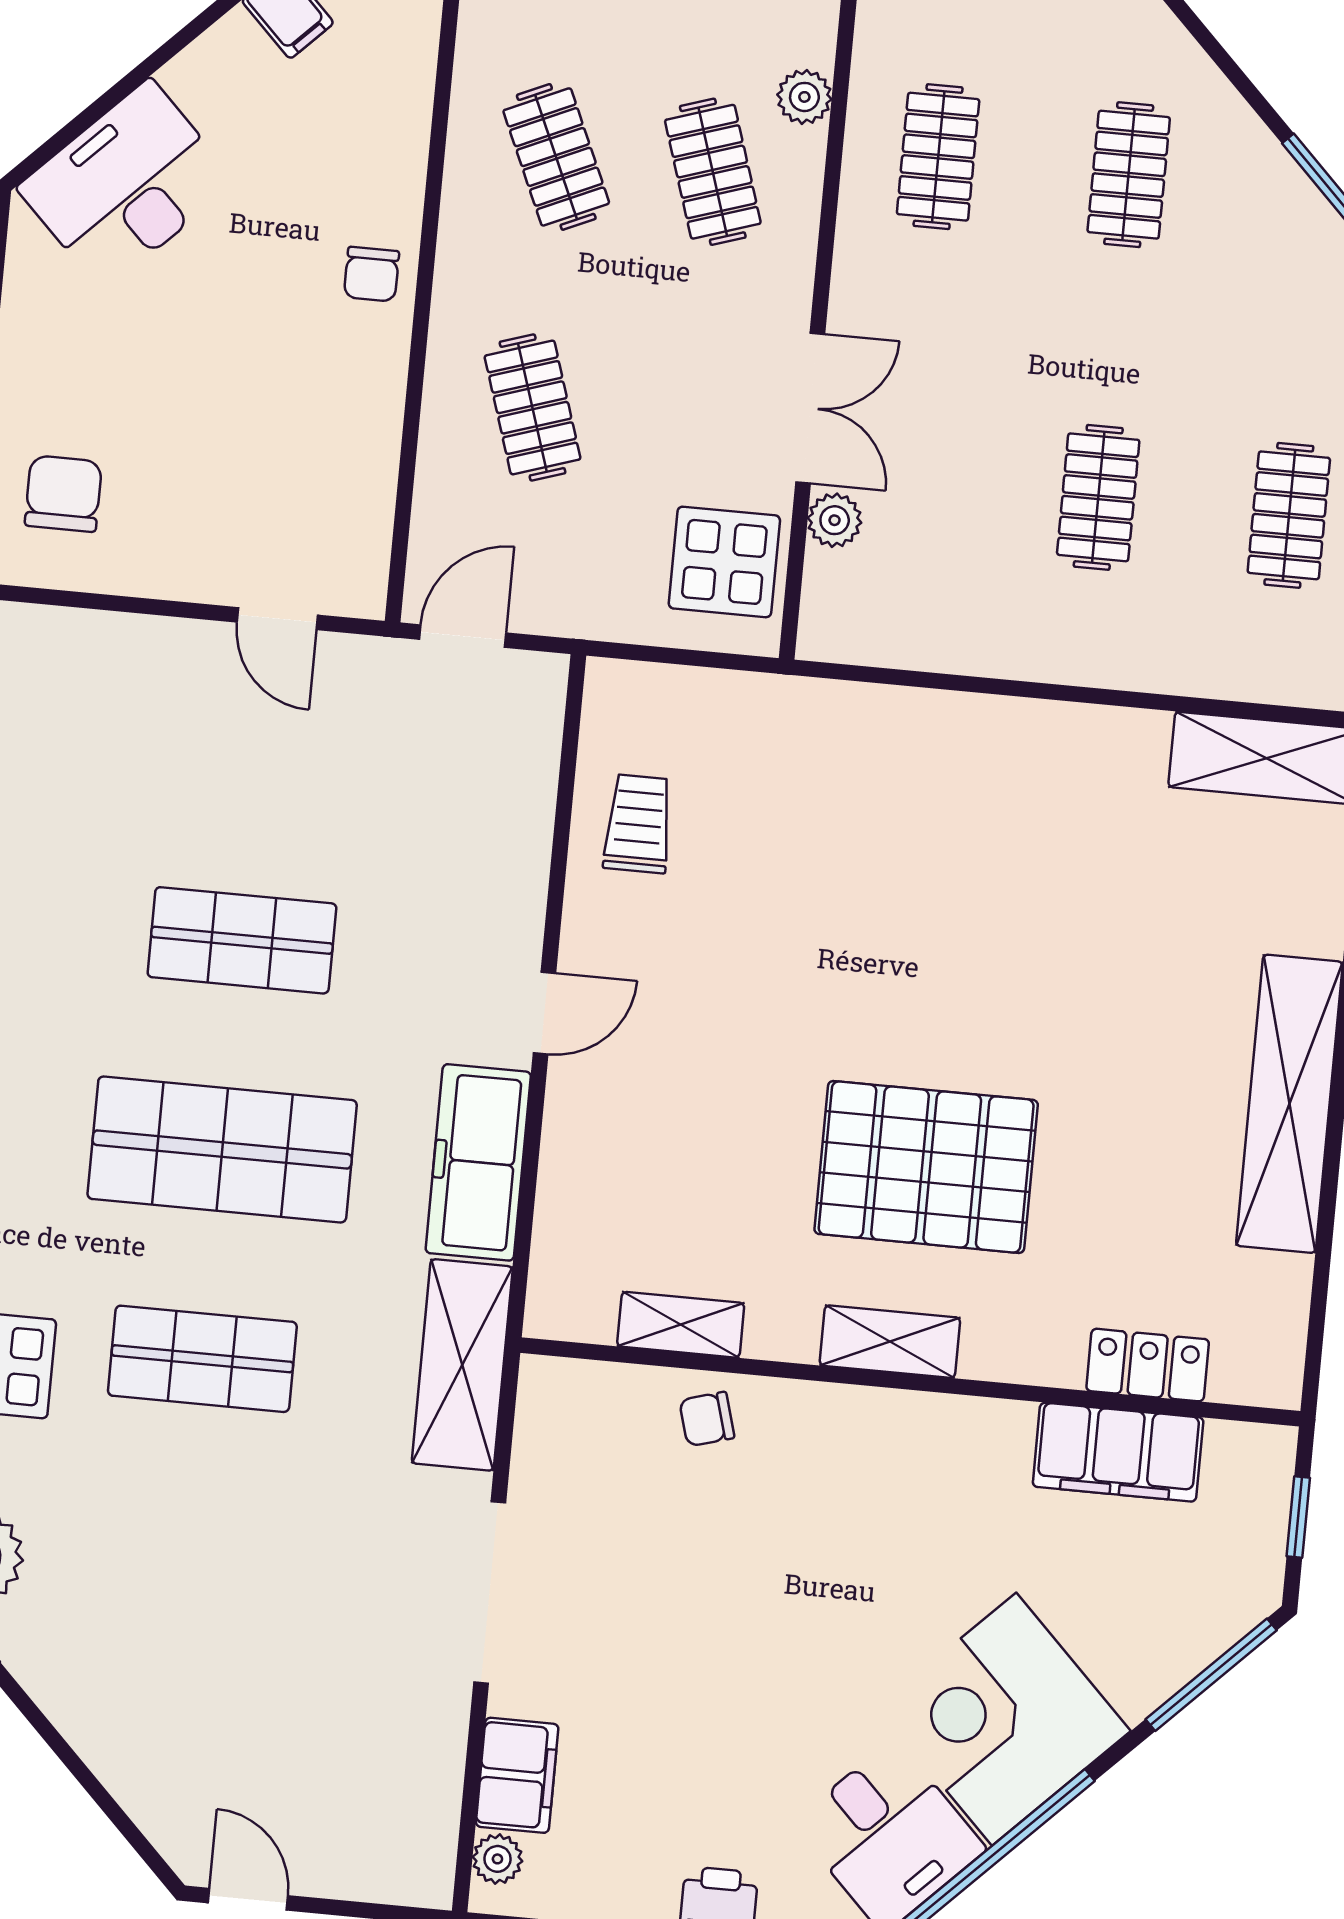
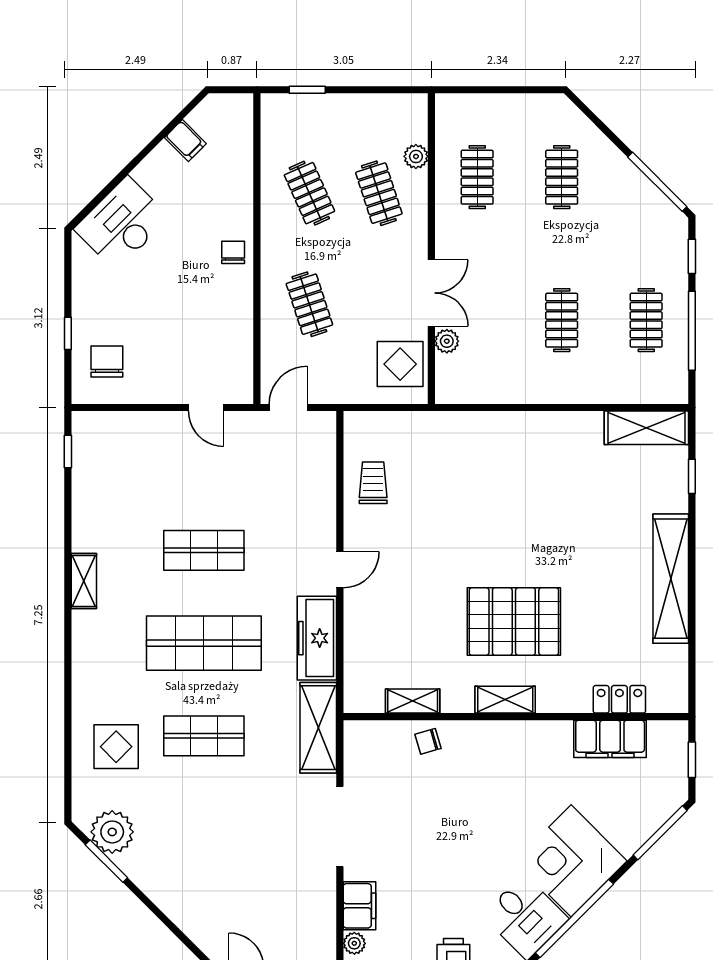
chair: (372, 274) -> (233, 252), turned 180

